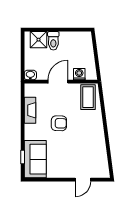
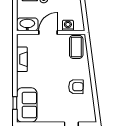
washbasin: (30, 75) -> (27, 24), width x1.91, depth x1.45
armchair: (59, 123) -> (76, 87), moved

